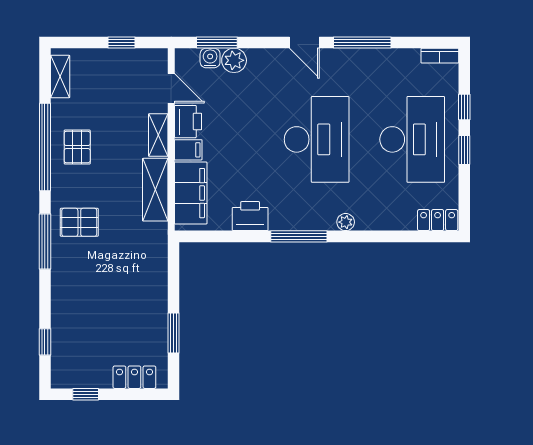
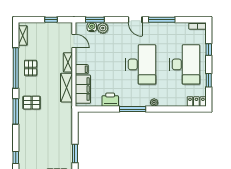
printer: (188, 122) -> (82, 56), removed
window: (464, 150) -> (209, 80), moved

